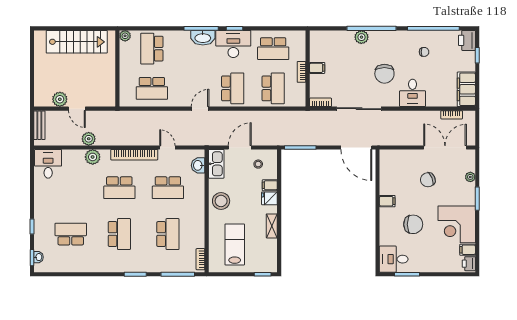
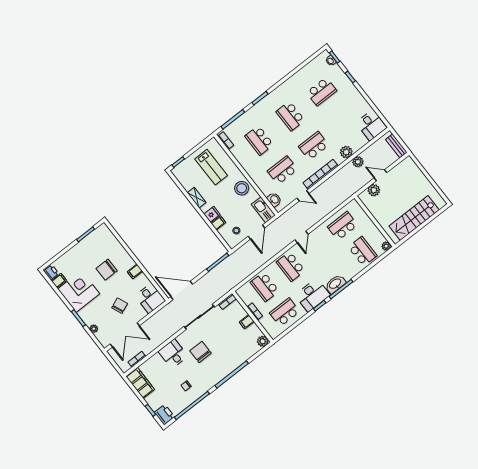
plant: (361, 37) -> (263, 341), moved
plant: (60, 99) -> (374, 190), moved
desk: (394, 259) -> (150, 298), moved, turned 90

